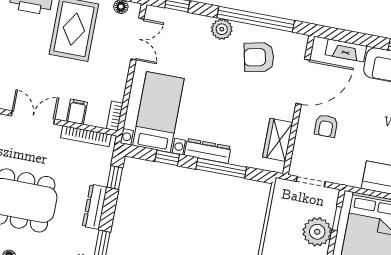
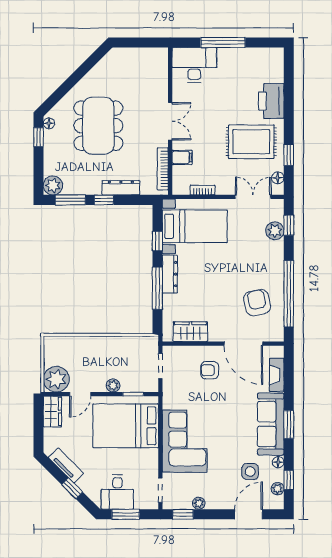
plant: (222, 29) -> (275, 231), moved
double door: (137, 39) -> (253, 197), swing flipped
bookcase: (115, 116) -> (203, 190), moved
window: (115, 177) -> (104, 200), moved
dresser: (95, 207) -> (121, 188), moved
plant: (317, 232) -> (113, 385), width x0.53, depth x0.53

